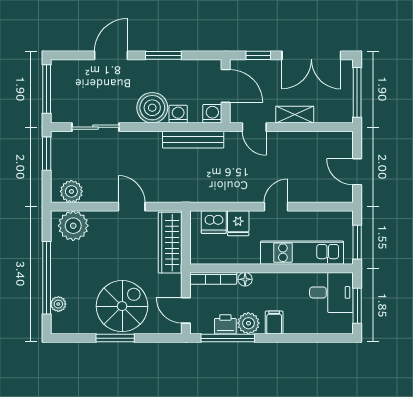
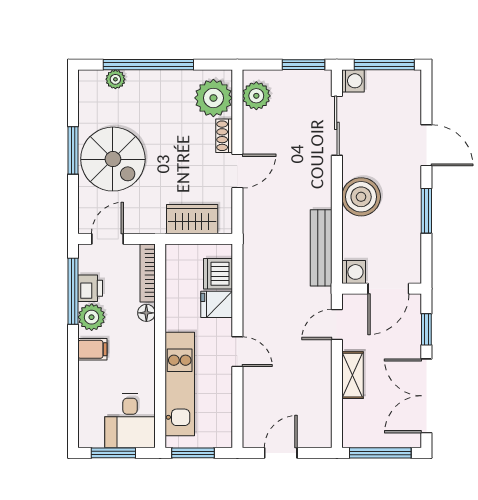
washing machine: (178, 114) -> (353, 81), moved
shoe rack: (103, 217) -> (224, 136), added
wardrobe: (170, 243) -> (192, 219), width x0.67

